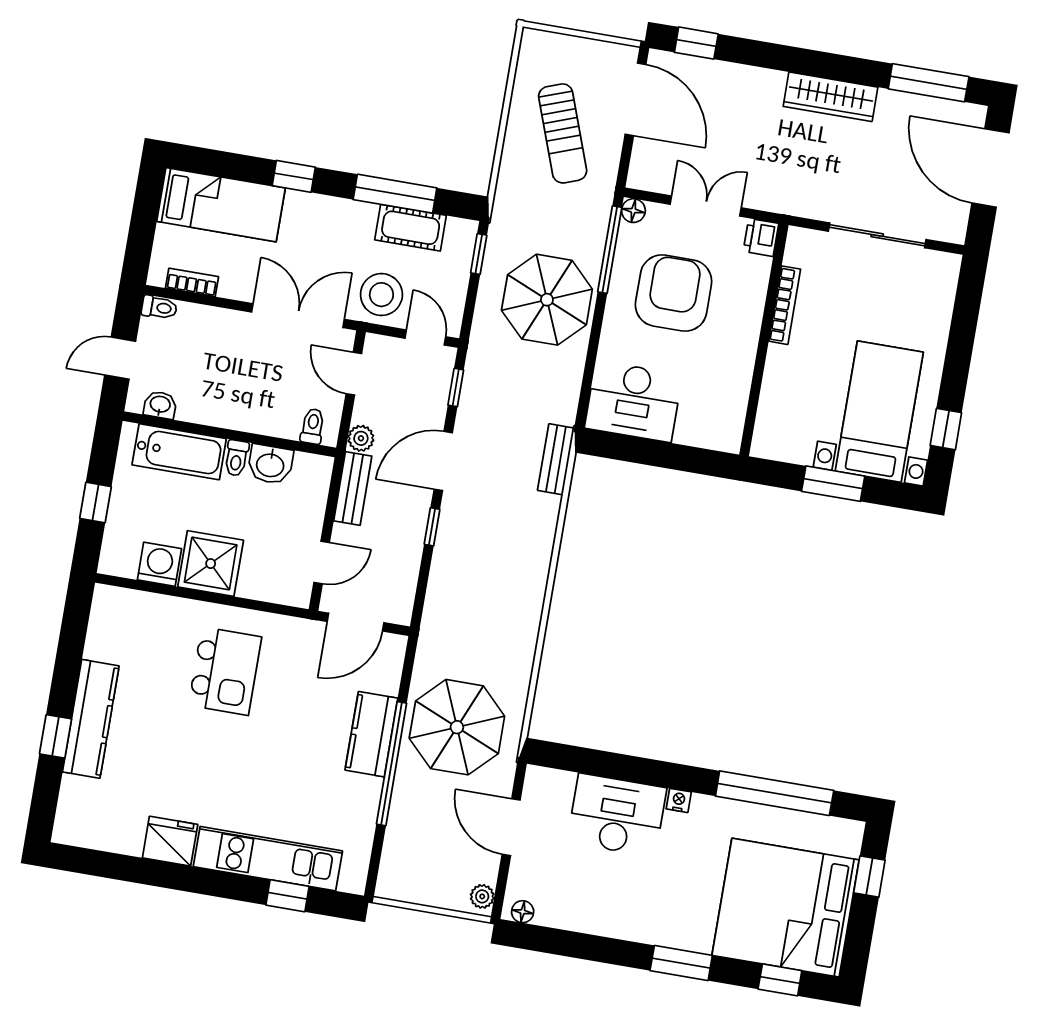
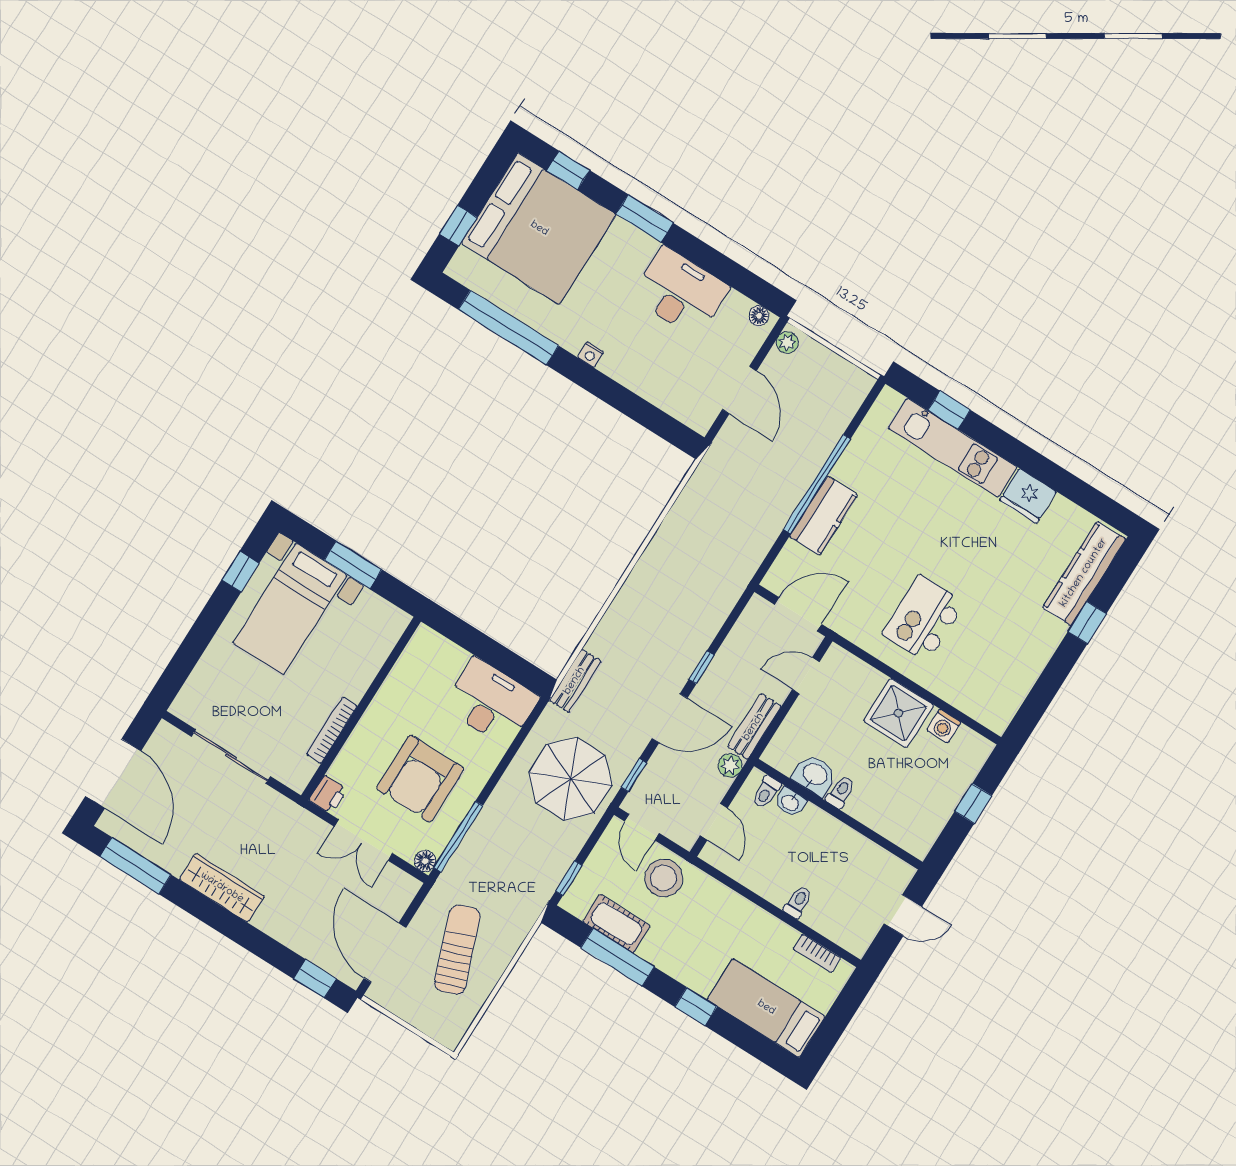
parasol: (547, 300) -> (570, 779), moved
toilet: (159, 307) -> (798, 902), moved, turned 90
double door: (298, 316) -> (740, 889), removed
washbasin: (160, 405) -> (790, 802), moved
bathtub: (179, 452) -> (886, 817), removed
washing machine: (159, 564) -> (944, 726), width x0.73, depth x0.73
kitchen counter: (91, 719) -> (1084, 573), moved
parasol: (457, 727) -> (750, 492), removed
desk: (617, 815) -> (680, 292), moved, turned 180

